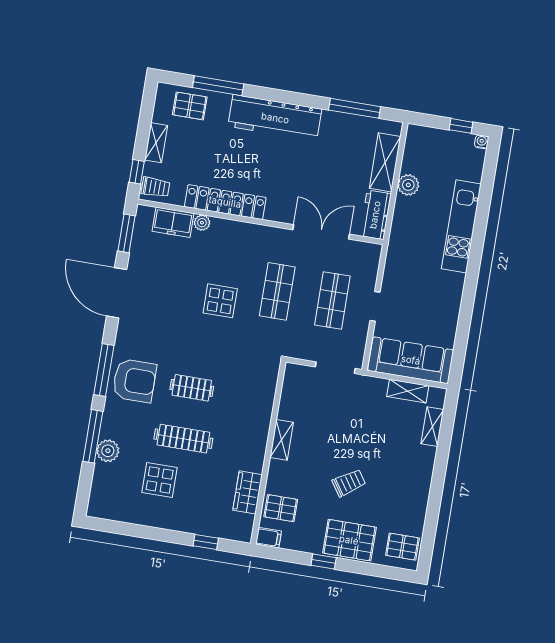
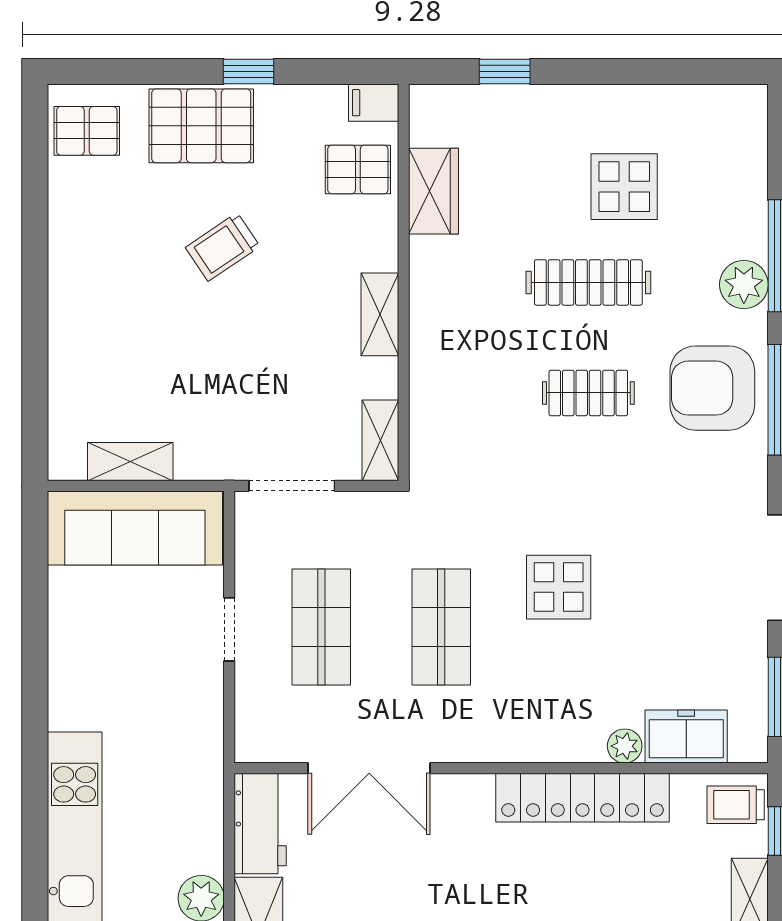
shelving: (432, 427) -> (380, 440), moved
plant: (108, 451) -> (744, 285), moved

